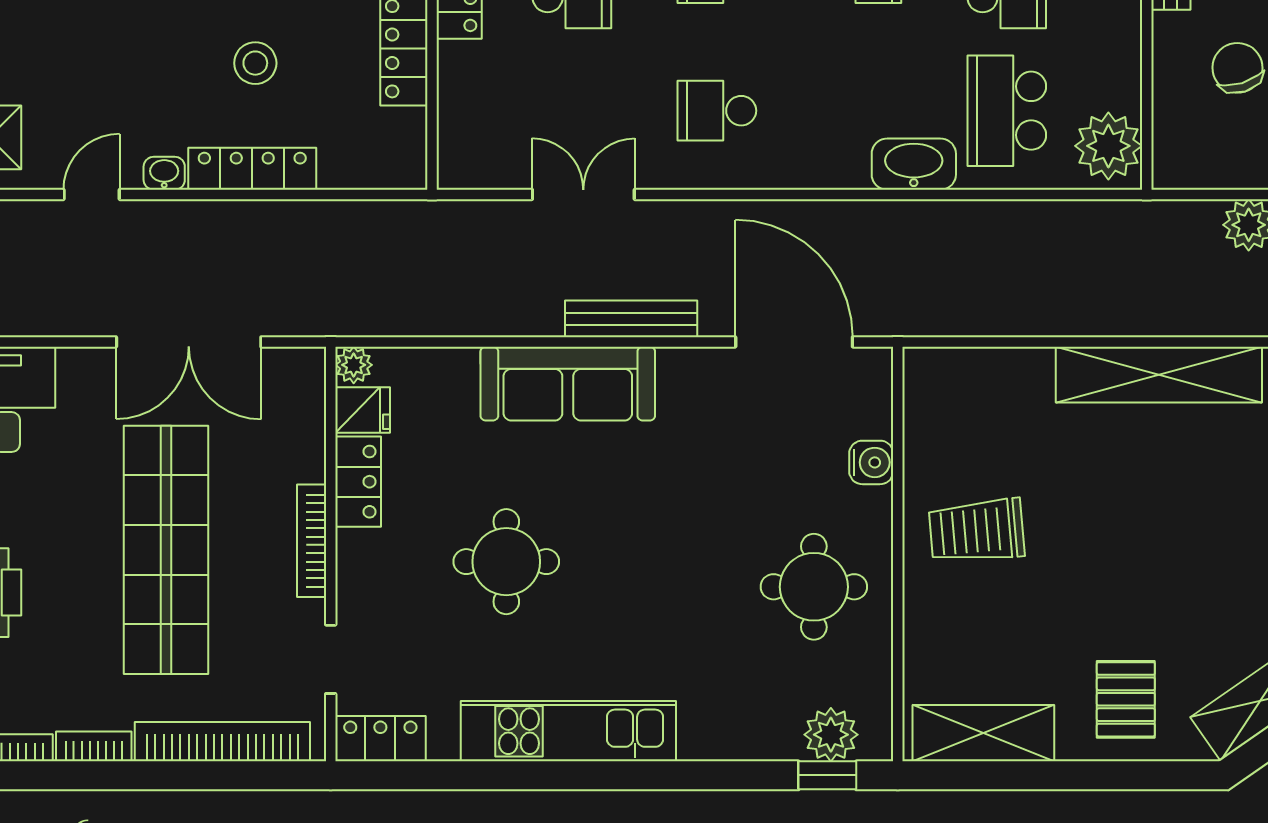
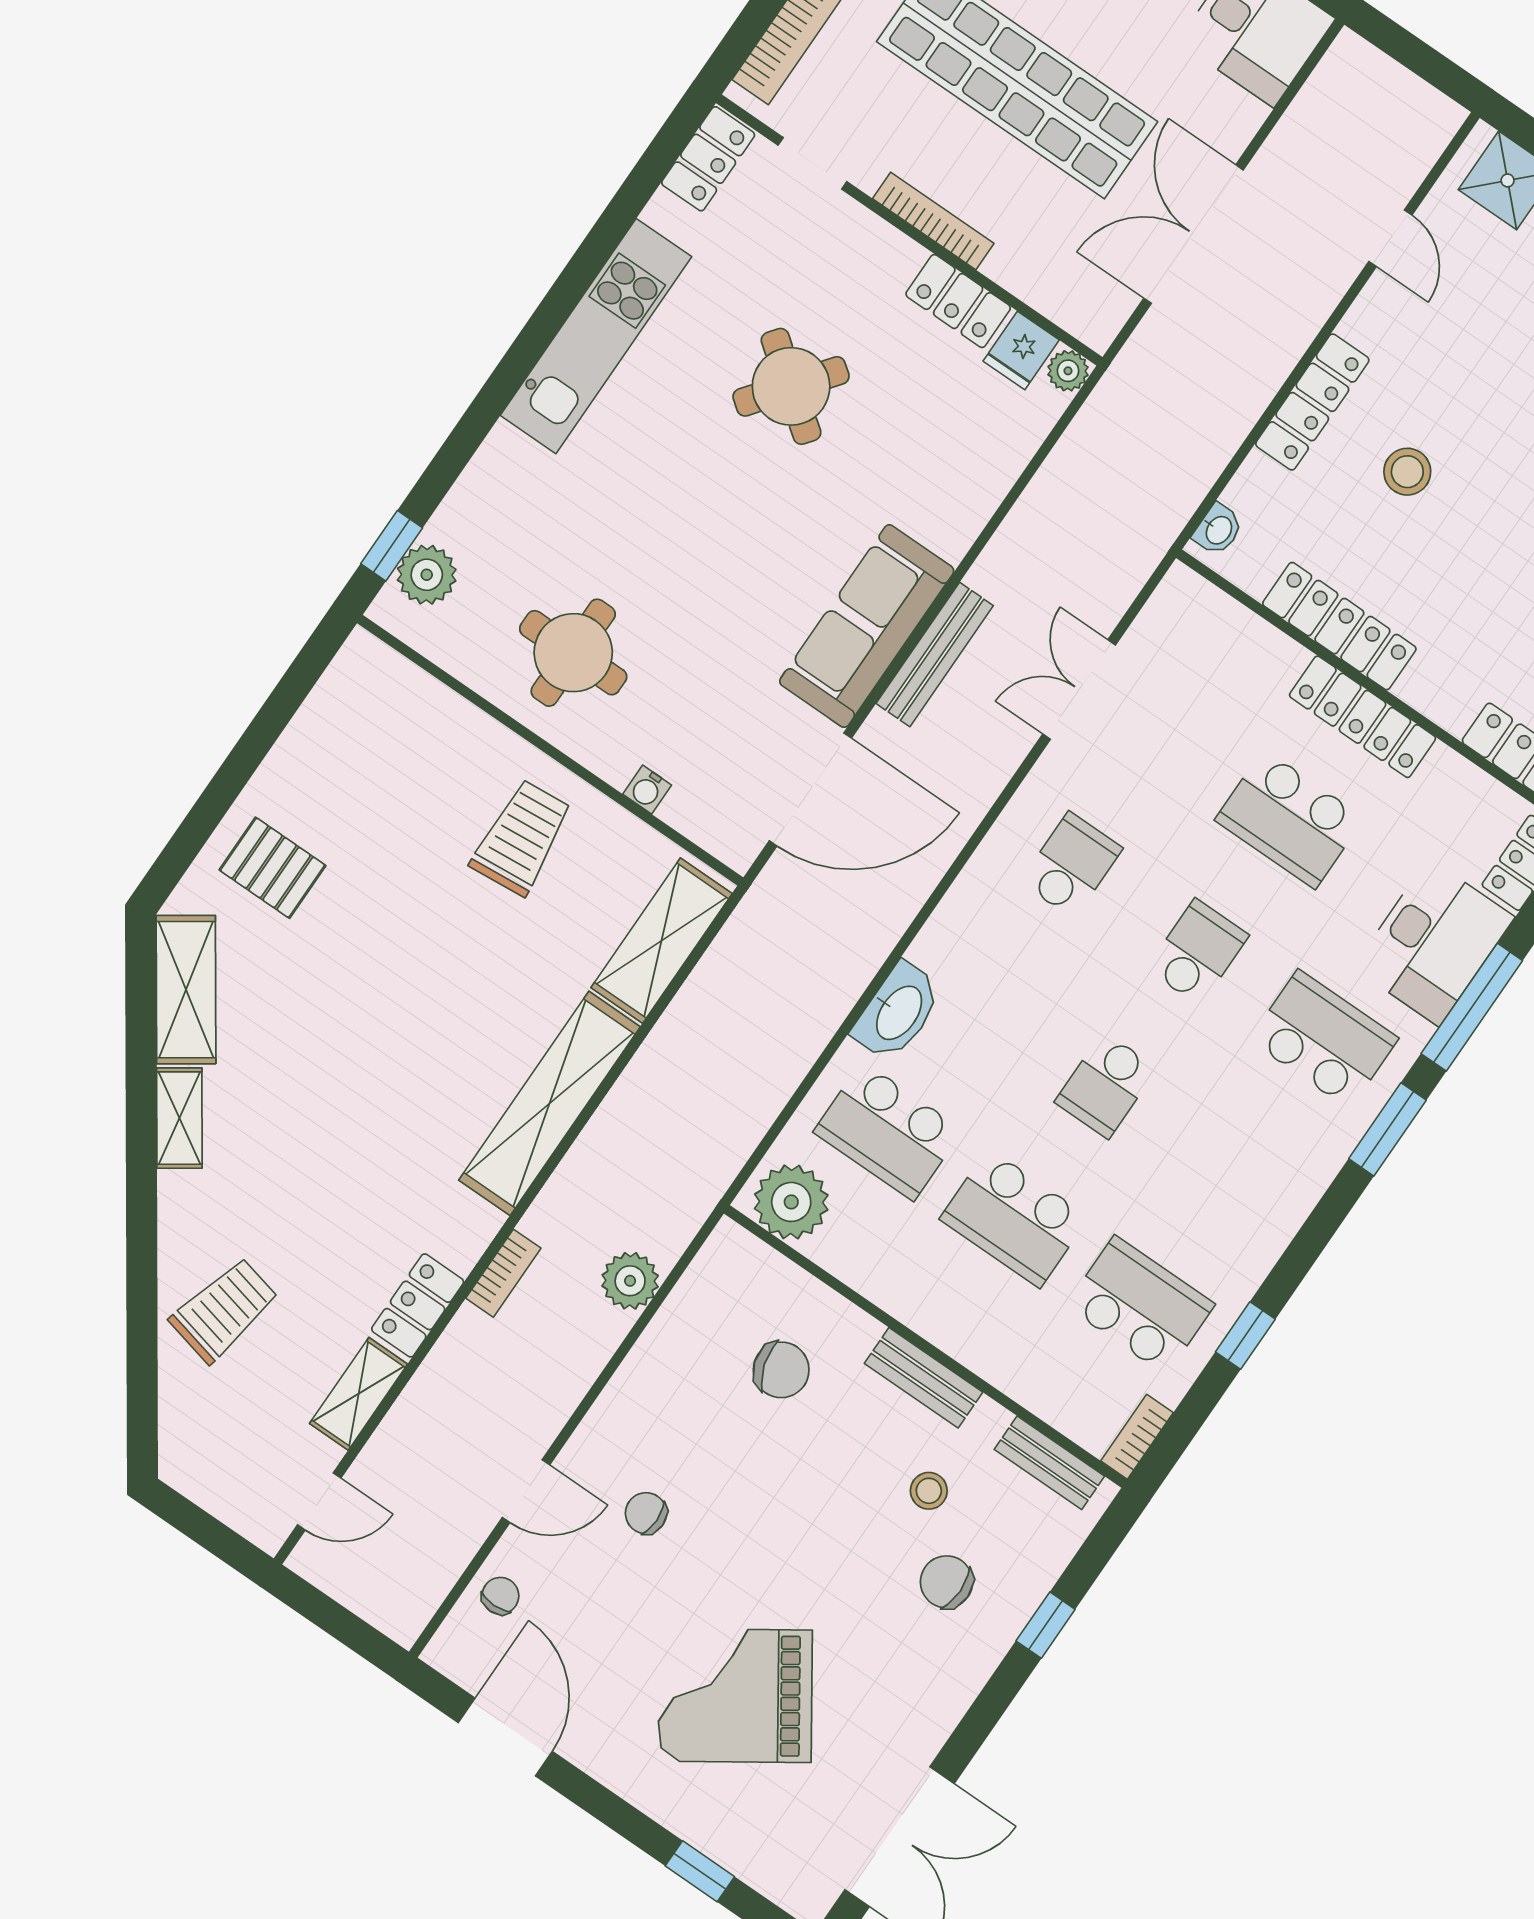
school desk: (1007, 111) -> (888, 1131), turned 180
washbasin: (164, 173) -> (1218, 530), moved
double door: (583, 194) -> (1079, 690), swing flipped
sofa: (568, 384) -> (867, 626), moved
water cooler: (871, 462) -> (647, 790), width x0.72, depth x0.72
round table: (506, 562) -> (791, 386), turned 37
shelving: (983, 733) -> (662, 941), moved

